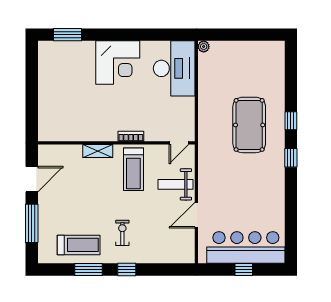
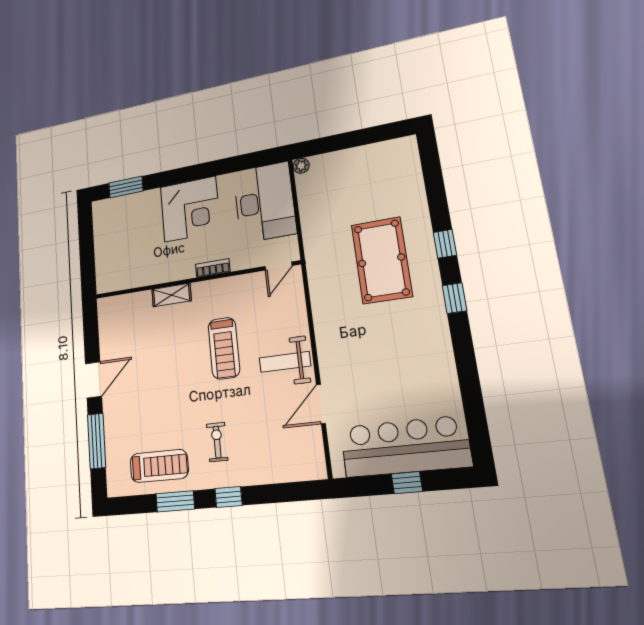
bookcase: (131, 136) -> (213, 268), moved
wall: (116, 143) -> (195, 280), moved
door: (179, 143) -> (278, 266), moved
shelving: (98, 151) -> (171, 295), moved

